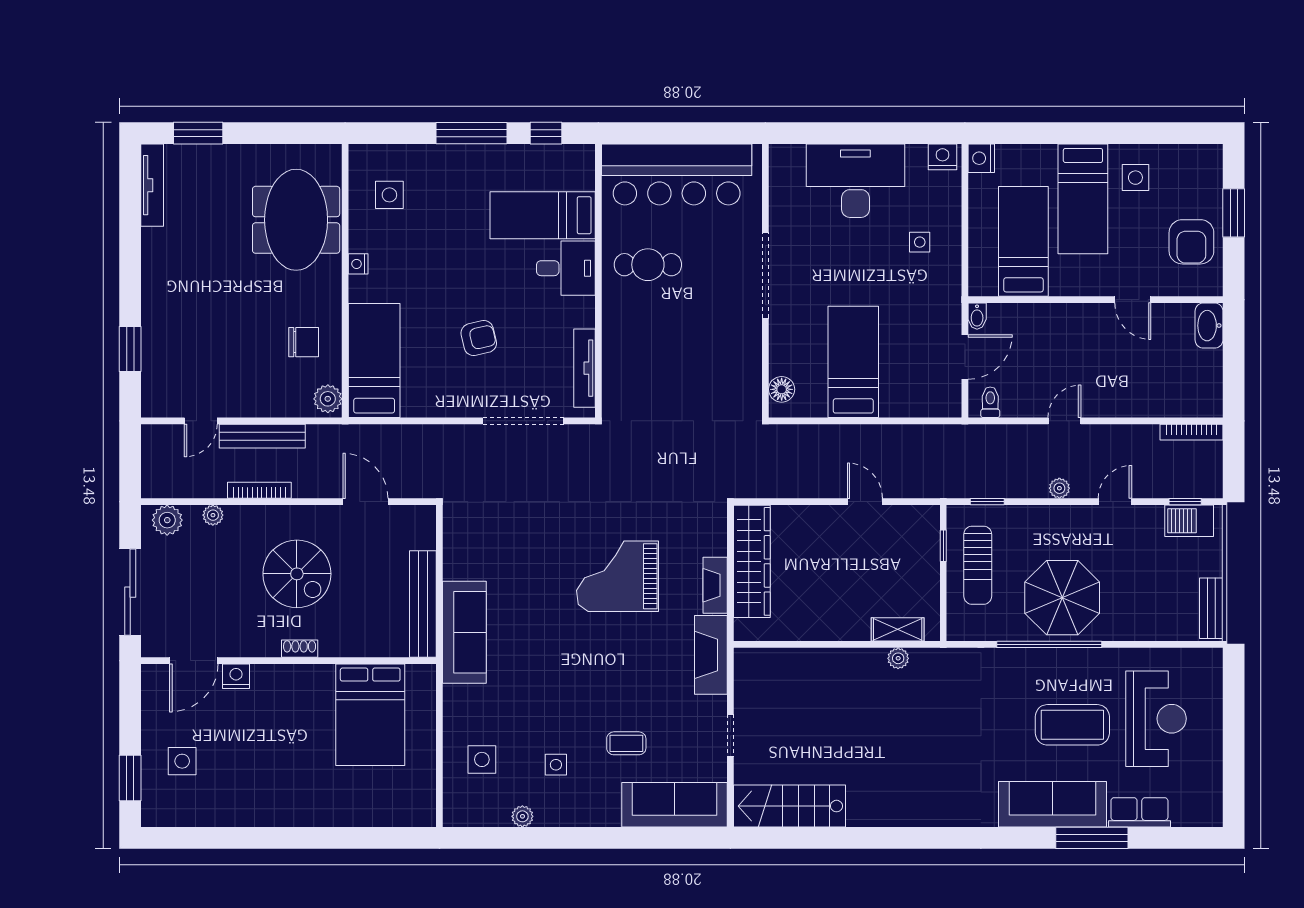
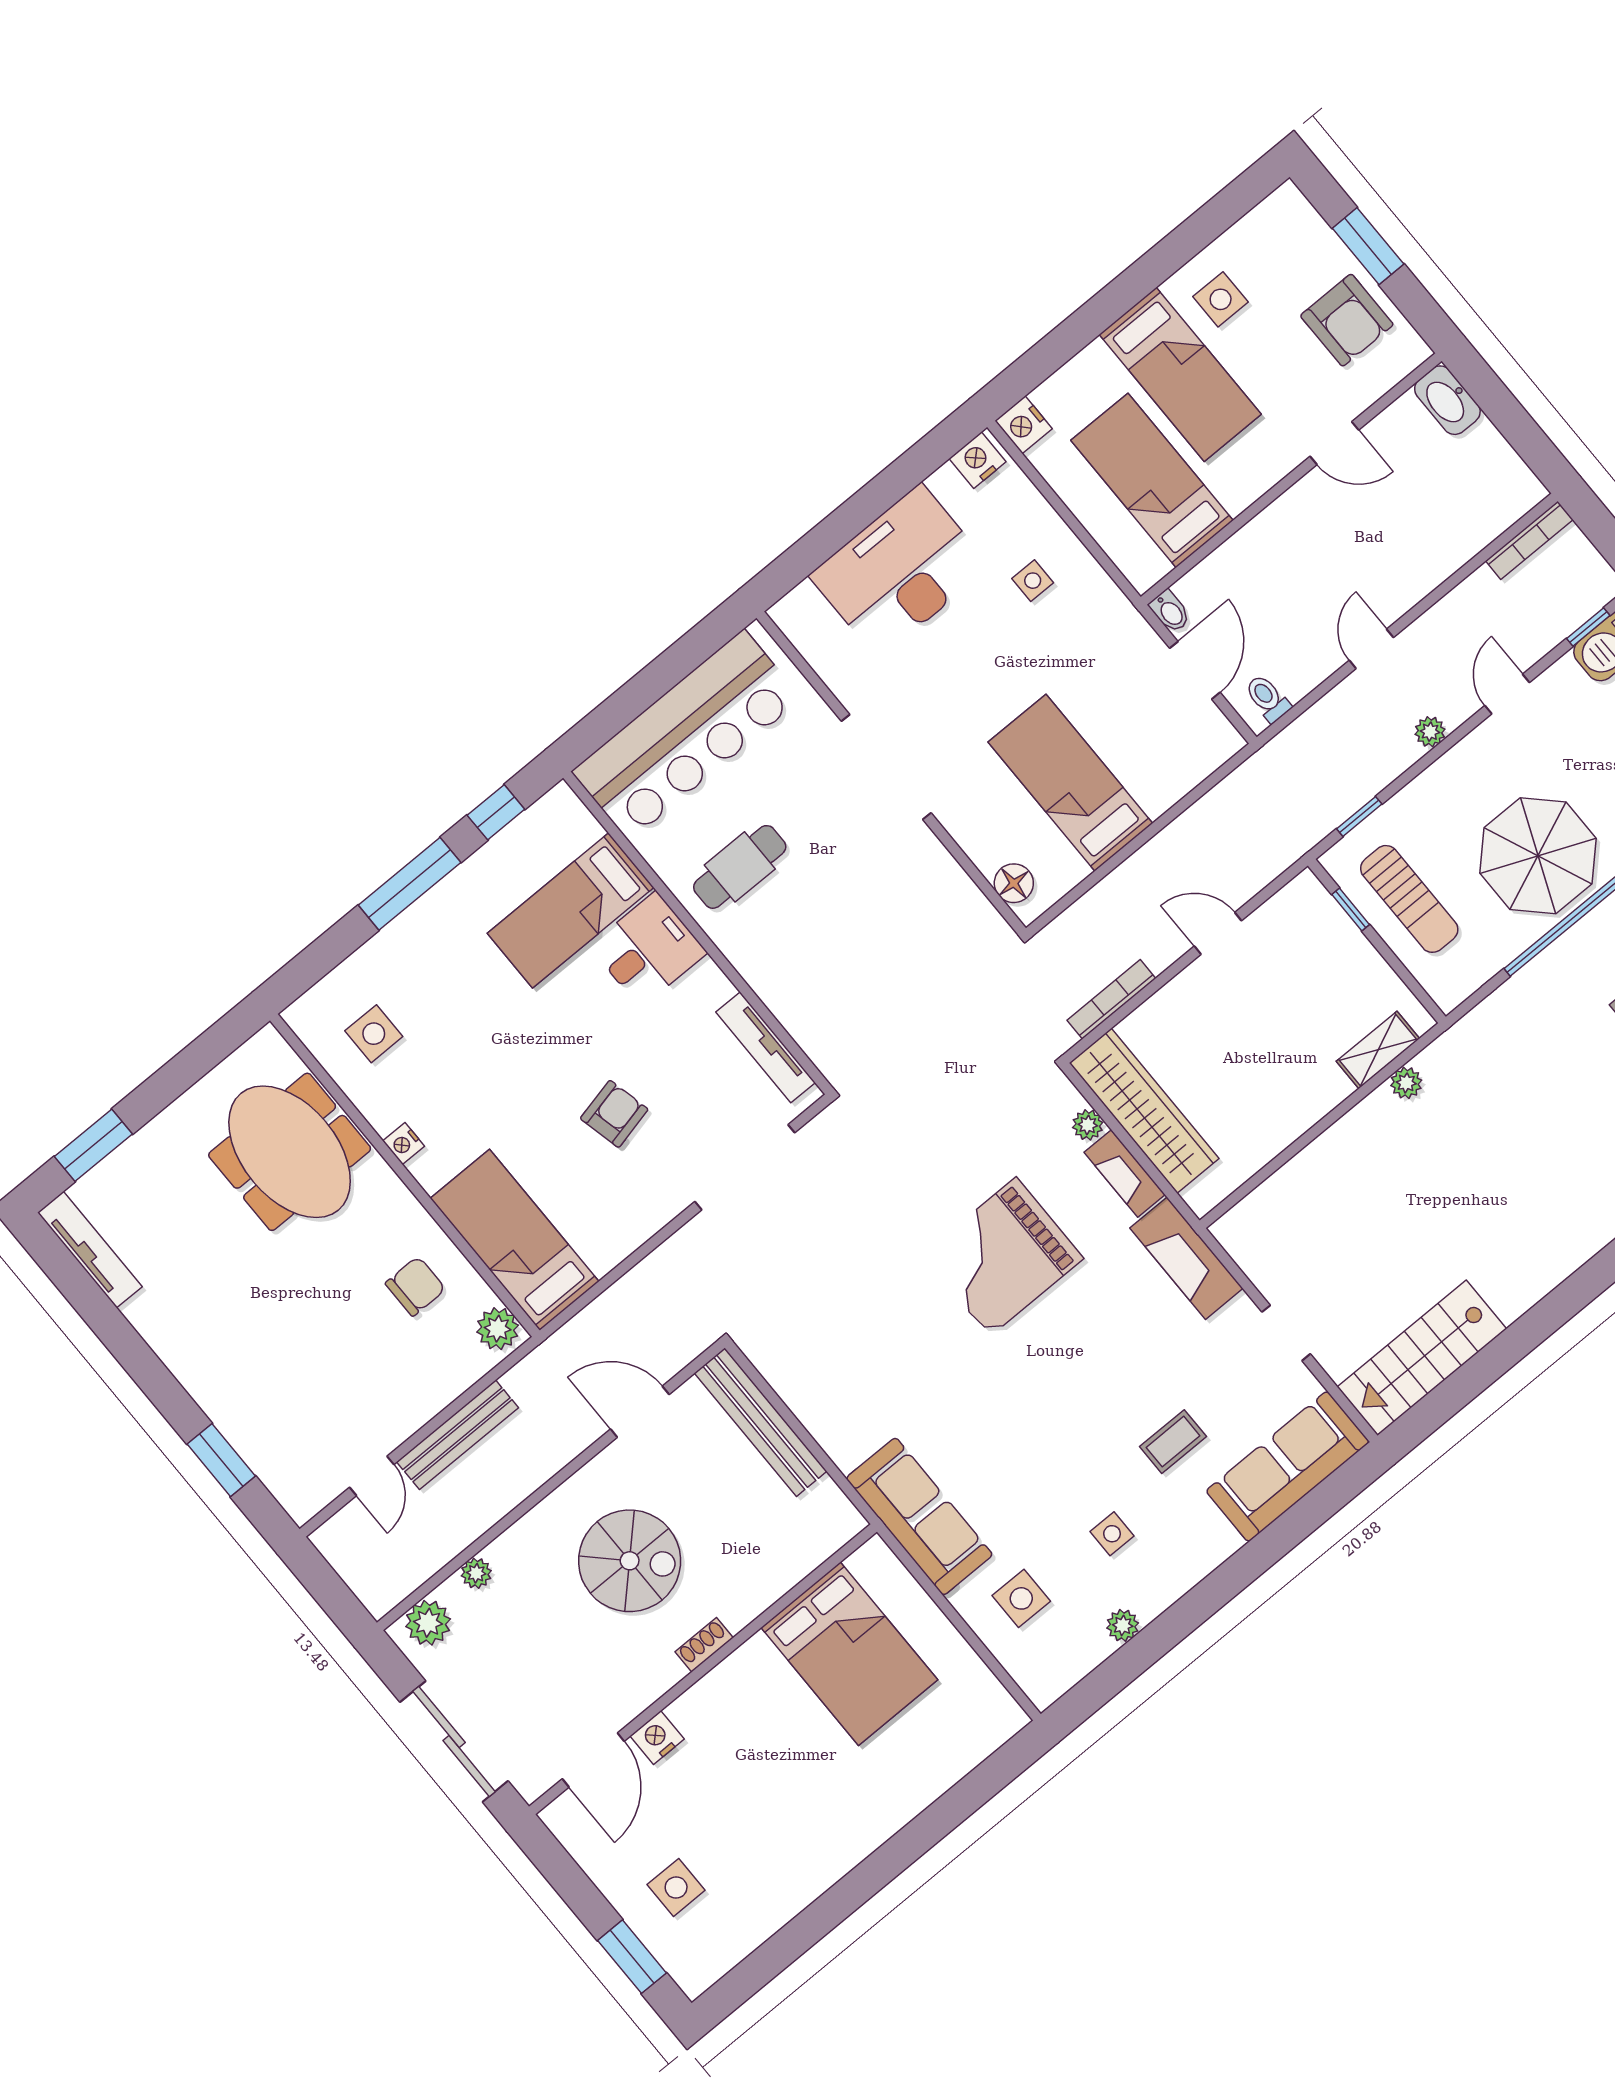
bookcase: (259, 490) -> (1111, 999), moved
plant: (717, 545) -> (1088, 1125), added
bench: (423, 604) -> (761, 1422), moved
sofa: (464, 632) -> (919, 1516), moved

